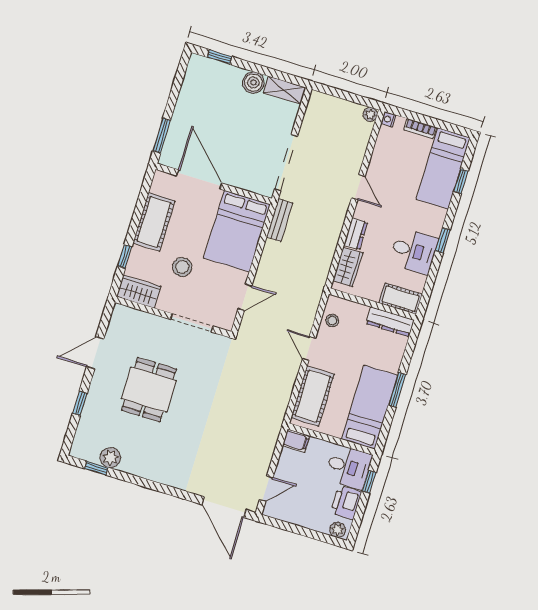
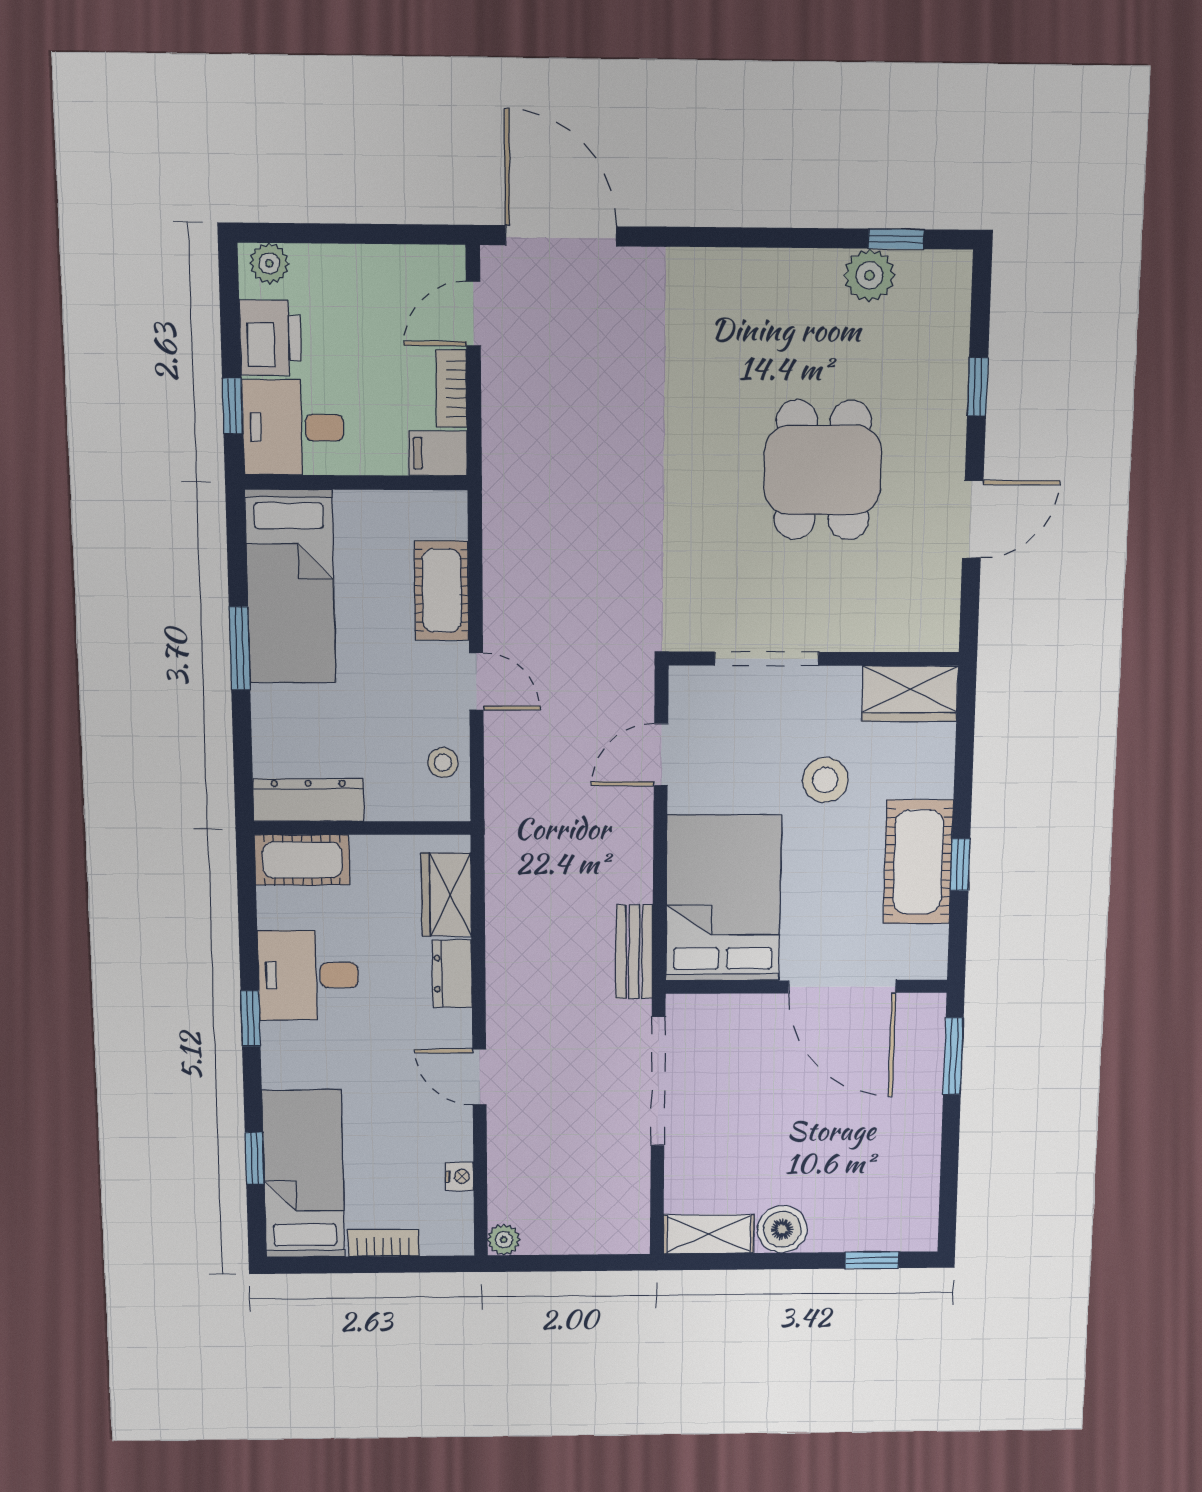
nightstand: (388, 119) -> (460, 1176), moved
window: (125, 256) -> (960, 865), moved
cot: (313, 396) -> (442, 591), width x0.73, depth x0.75
bookcase: (283, 463) -> (452, 389), added

